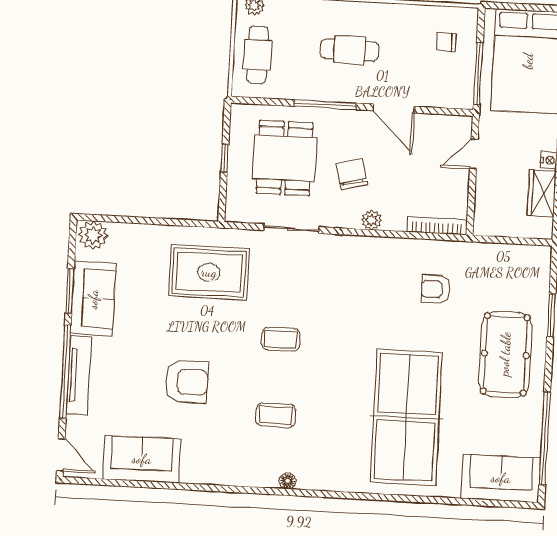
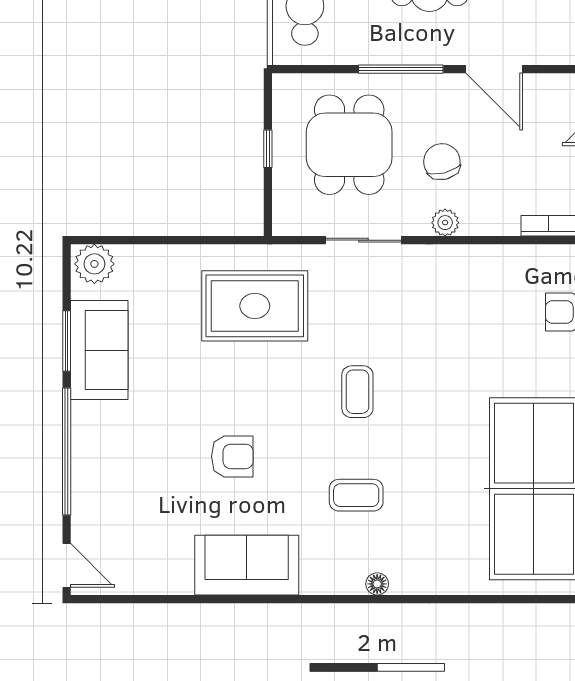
plant: (372, 220) -> (445, 223), moved
coffee table: (281, 339) -> (357, 392), turned 90
tv unit: (79, 375) -> (85, 456), removed
armchair: (186, 382) -> (232, 456), width x0.72, depth x0.72
sofa: (142, 459) -> (247, 565), moved

